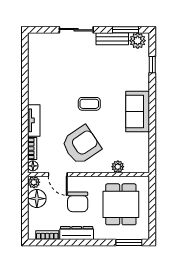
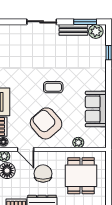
sofa: (138, 111) -> (96, 109), moved
armchair: (81, 145) -> (46, 123), turned -97
chair: (78, 202) -> (43, 174), turned 180

